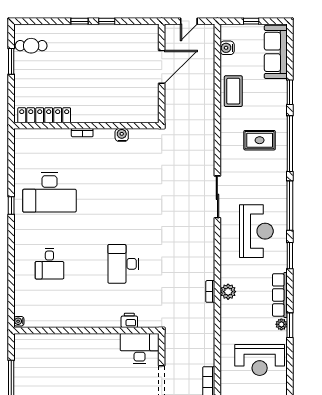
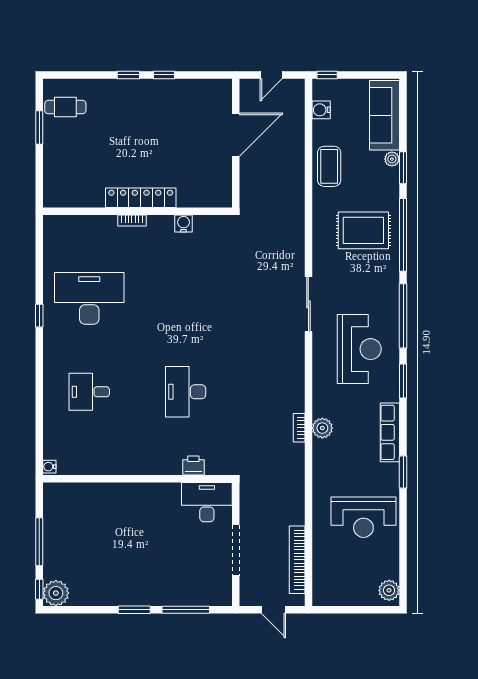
window: (251, 21) -> (327, 75), moved
locker: (44, 115) -> (141, 198), moved
rug: (260, 140) -> (363, 230), width x1.36, depth x1.43
desk: (49, 192) -> (89, 298), turned 180
desk: (49, 264) -> (89, 392), turned 90
plant: (281, 324) -> (392, 159), moved

